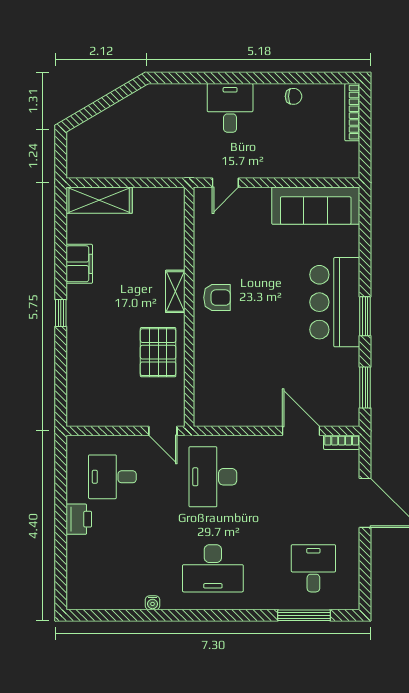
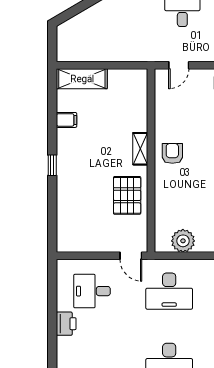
filing cabinet: (79, 264) -> (67, 120), width x0.50
armchair: (217, 298) -> (172, 153), turned -90
plant: (231, 411) -> (183, 241), added
desk: (213, 477) -> (169, 291), turned -90

